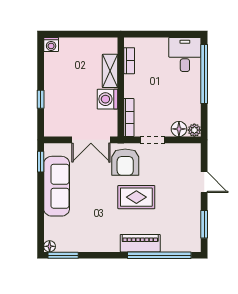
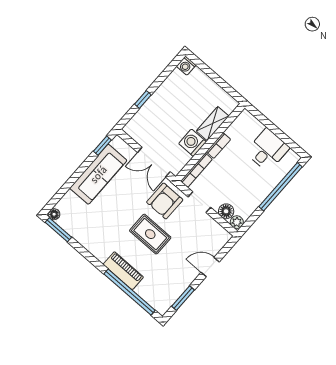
desk: (185, 55) -> (267, 150), moved
bookcase: (129, 61) -> (218, 146), moved
door: (204, 182) -> (210, 267), swing flipped

